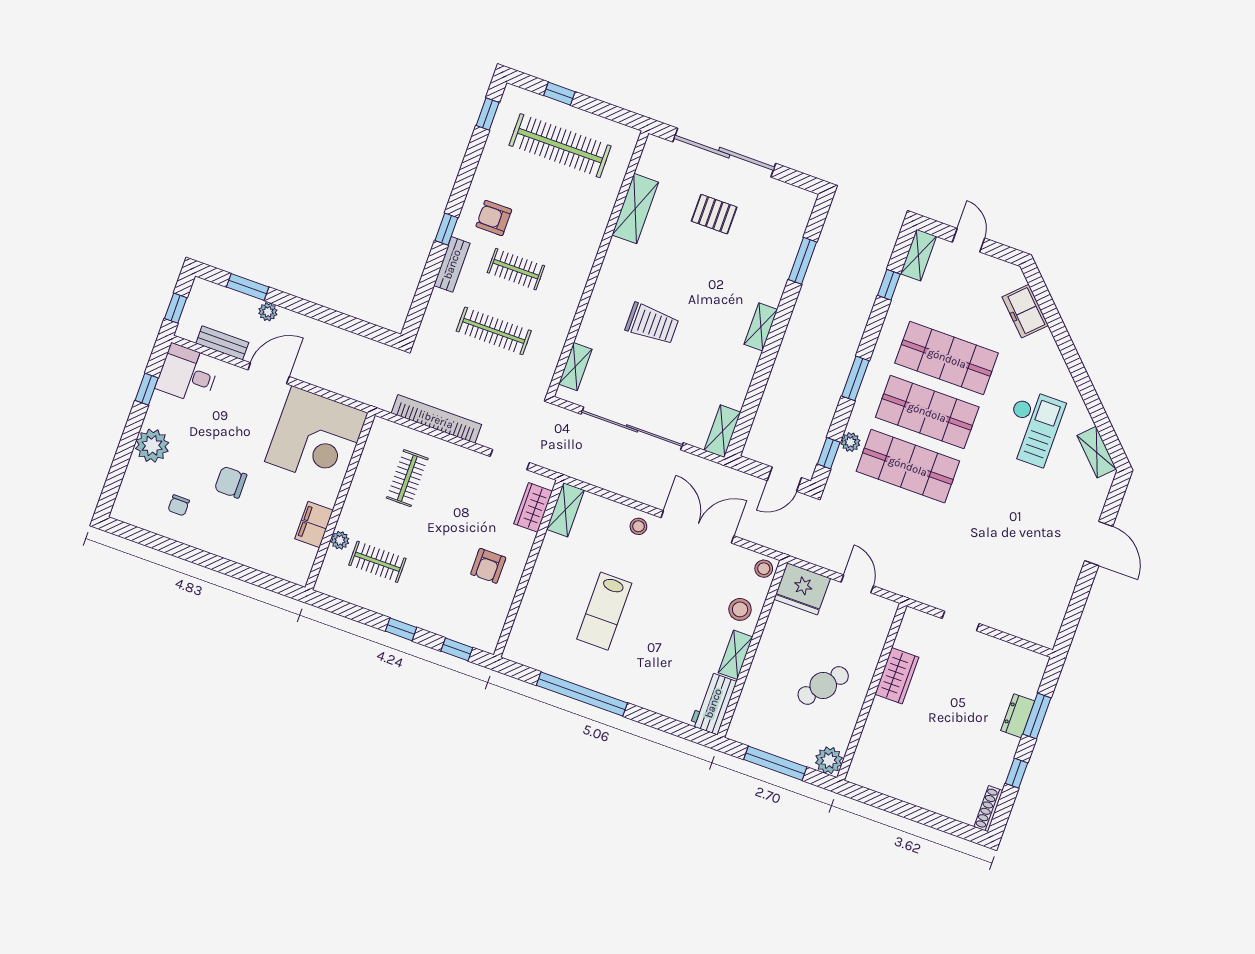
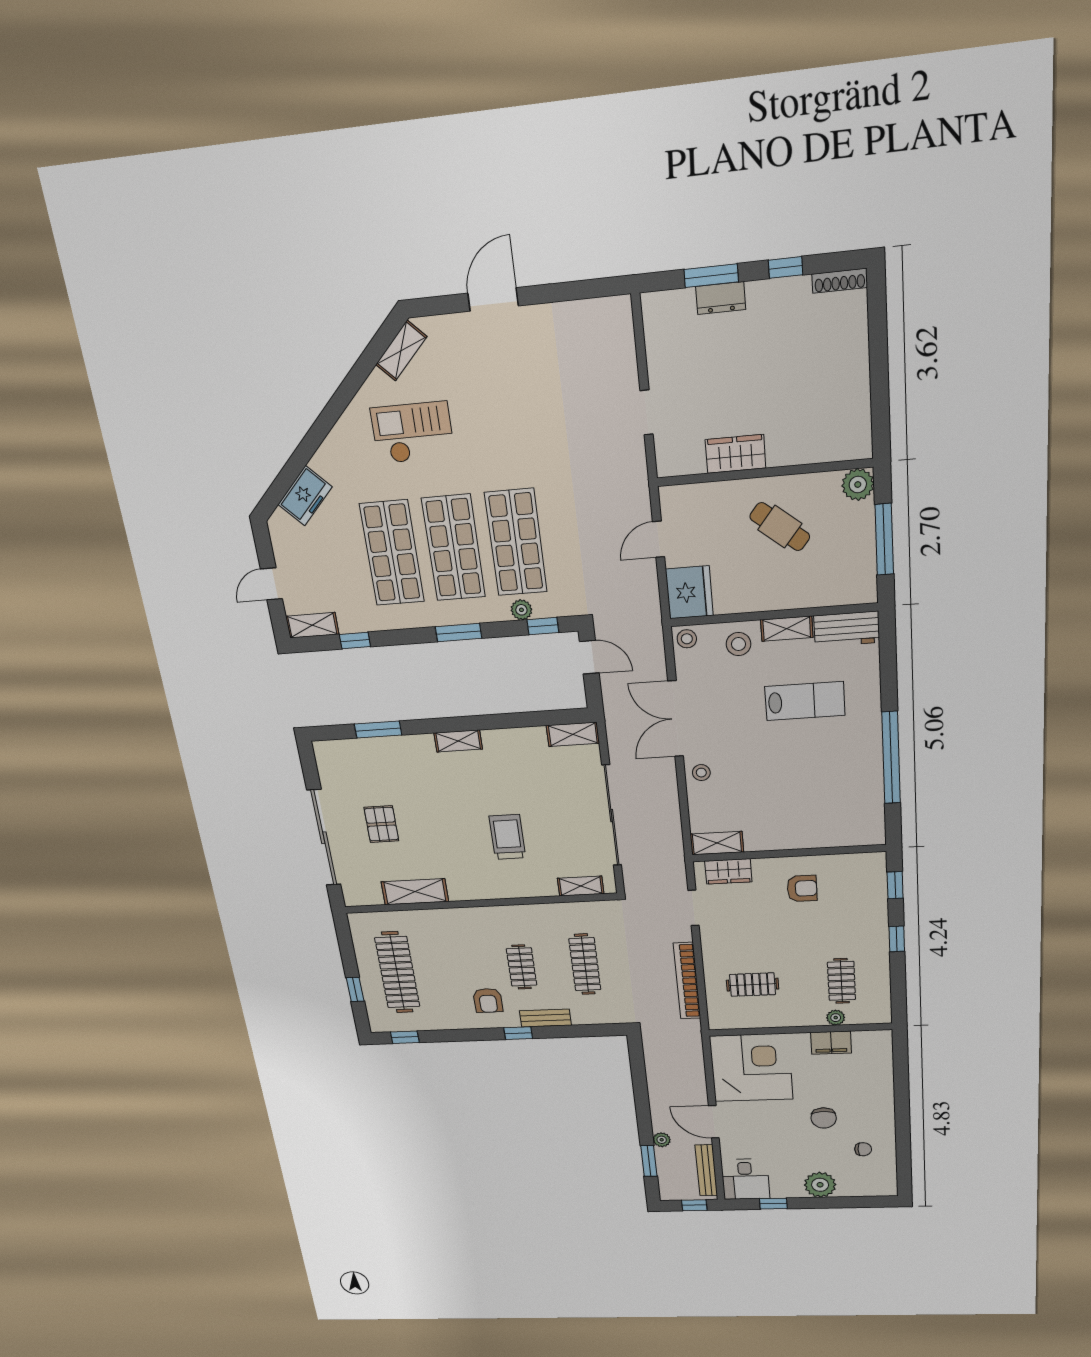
bench: (222, 343) -> (706, 1170), width x1.36
lab bench: (604, 611) -> (805, 701), moved

